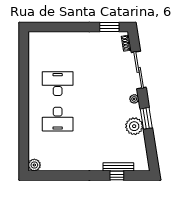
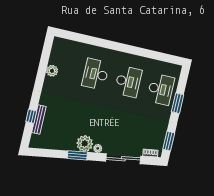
window: (68, 27) -> (178, 103), added
desk: (58, 48) -> (161, 89), added
plant: (134, 126) -> (85, 143), moved
plant: (34, 165) -> (52, 71), moved

